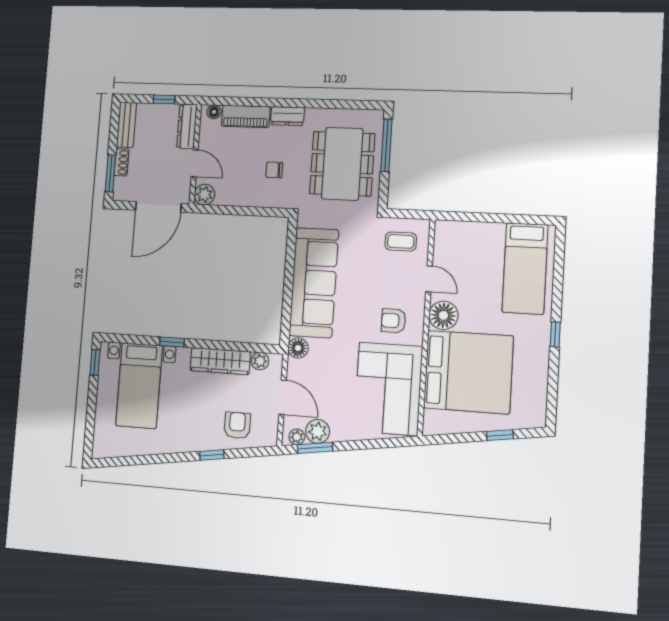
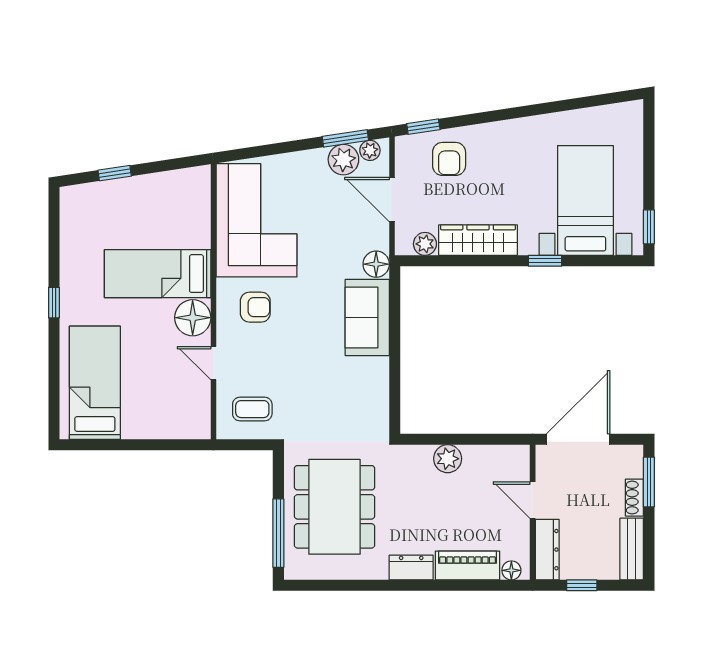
chair: (274, 170) -> (424, 495), removed
plant: (204, 195) -> (448, 459), moved
sofa: (314, 283) -> (367, 318), width x0.54, depth x0.79
bed: (468, 372) -> (158, 274), width x0.49
window: (212, 455) -> (423, 127), moved

